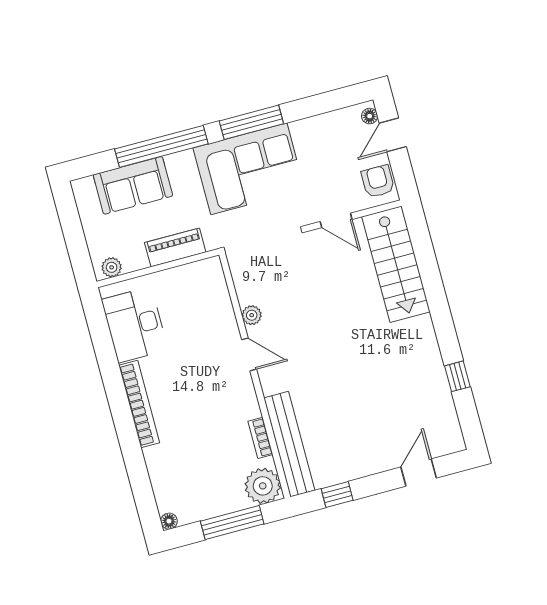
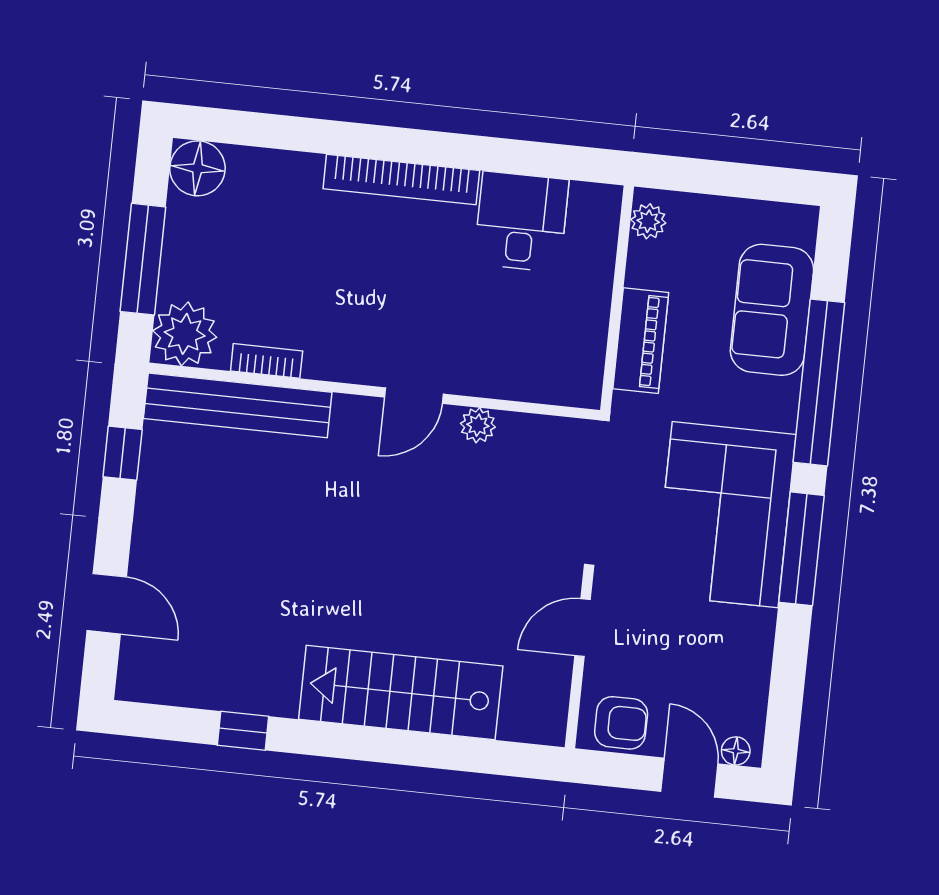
stairs: (396, 264) -> (401, 693), moved
desk: (135, 325) -> (521, 222), width x0.73
floor lamp: (169, 521) -> (197, 168), width x1.89, depth x1.89

